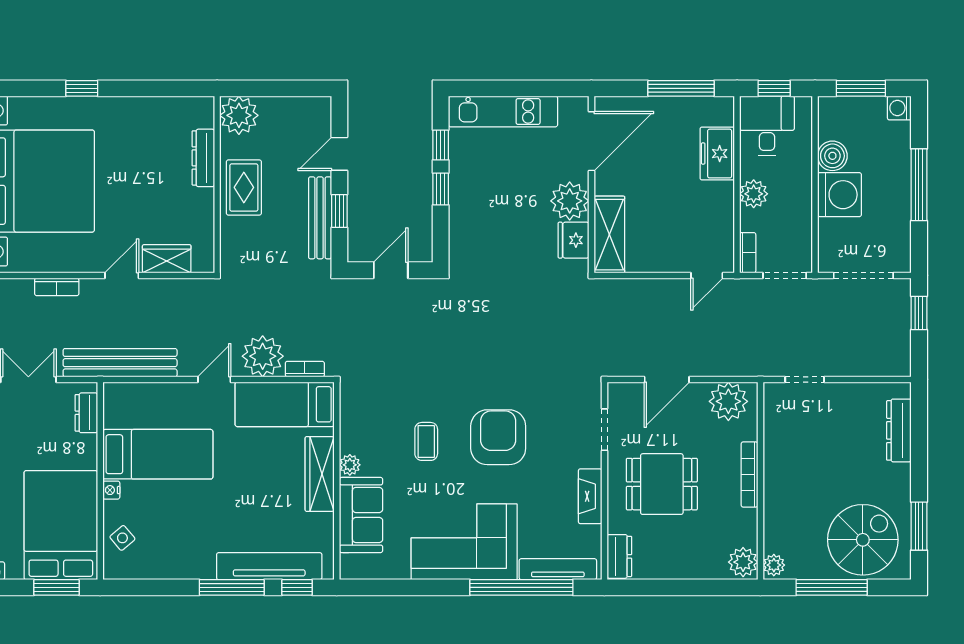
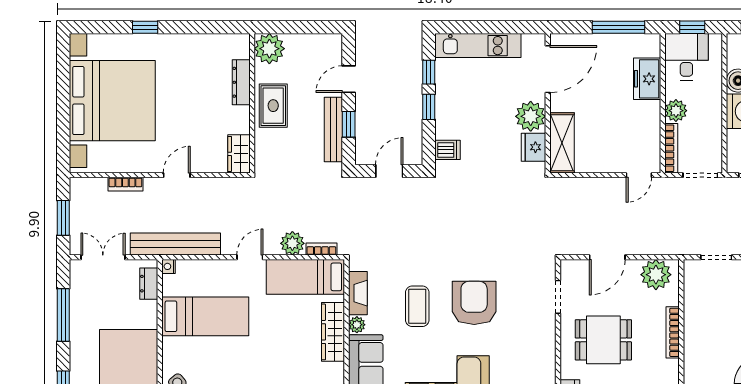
dishwasher: (464, 244) -> (447, 150), added
bookcase: (748, 253) -> (671, 148), width x1.56
wardrobe: (167, 259) -> (239, 154), moved, turned -90
plant: (263, 356) -> (292, 243), width x0.73, depth x0.73
coffee table: (426, 441) -> (417, 306), width x1.36, depth x1.30
nightstand: (111, 490) -> (168, 266), moved
fireplace: (590, 496) -> (358, 293), moved, turned 180

